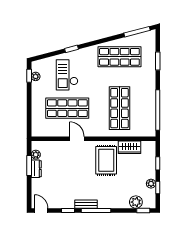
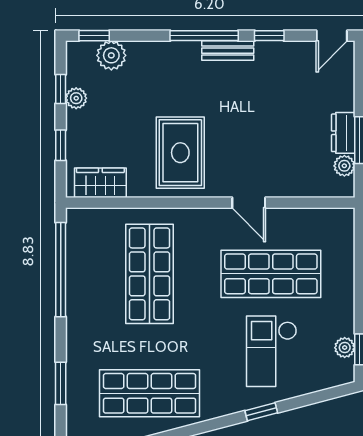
checkout: (67, 75) -> (272, 351), turned 180
wardrobe: (130, 147) -> (100, 183), moved
door: (41, 210) -> (332, 36), hinge flipped

